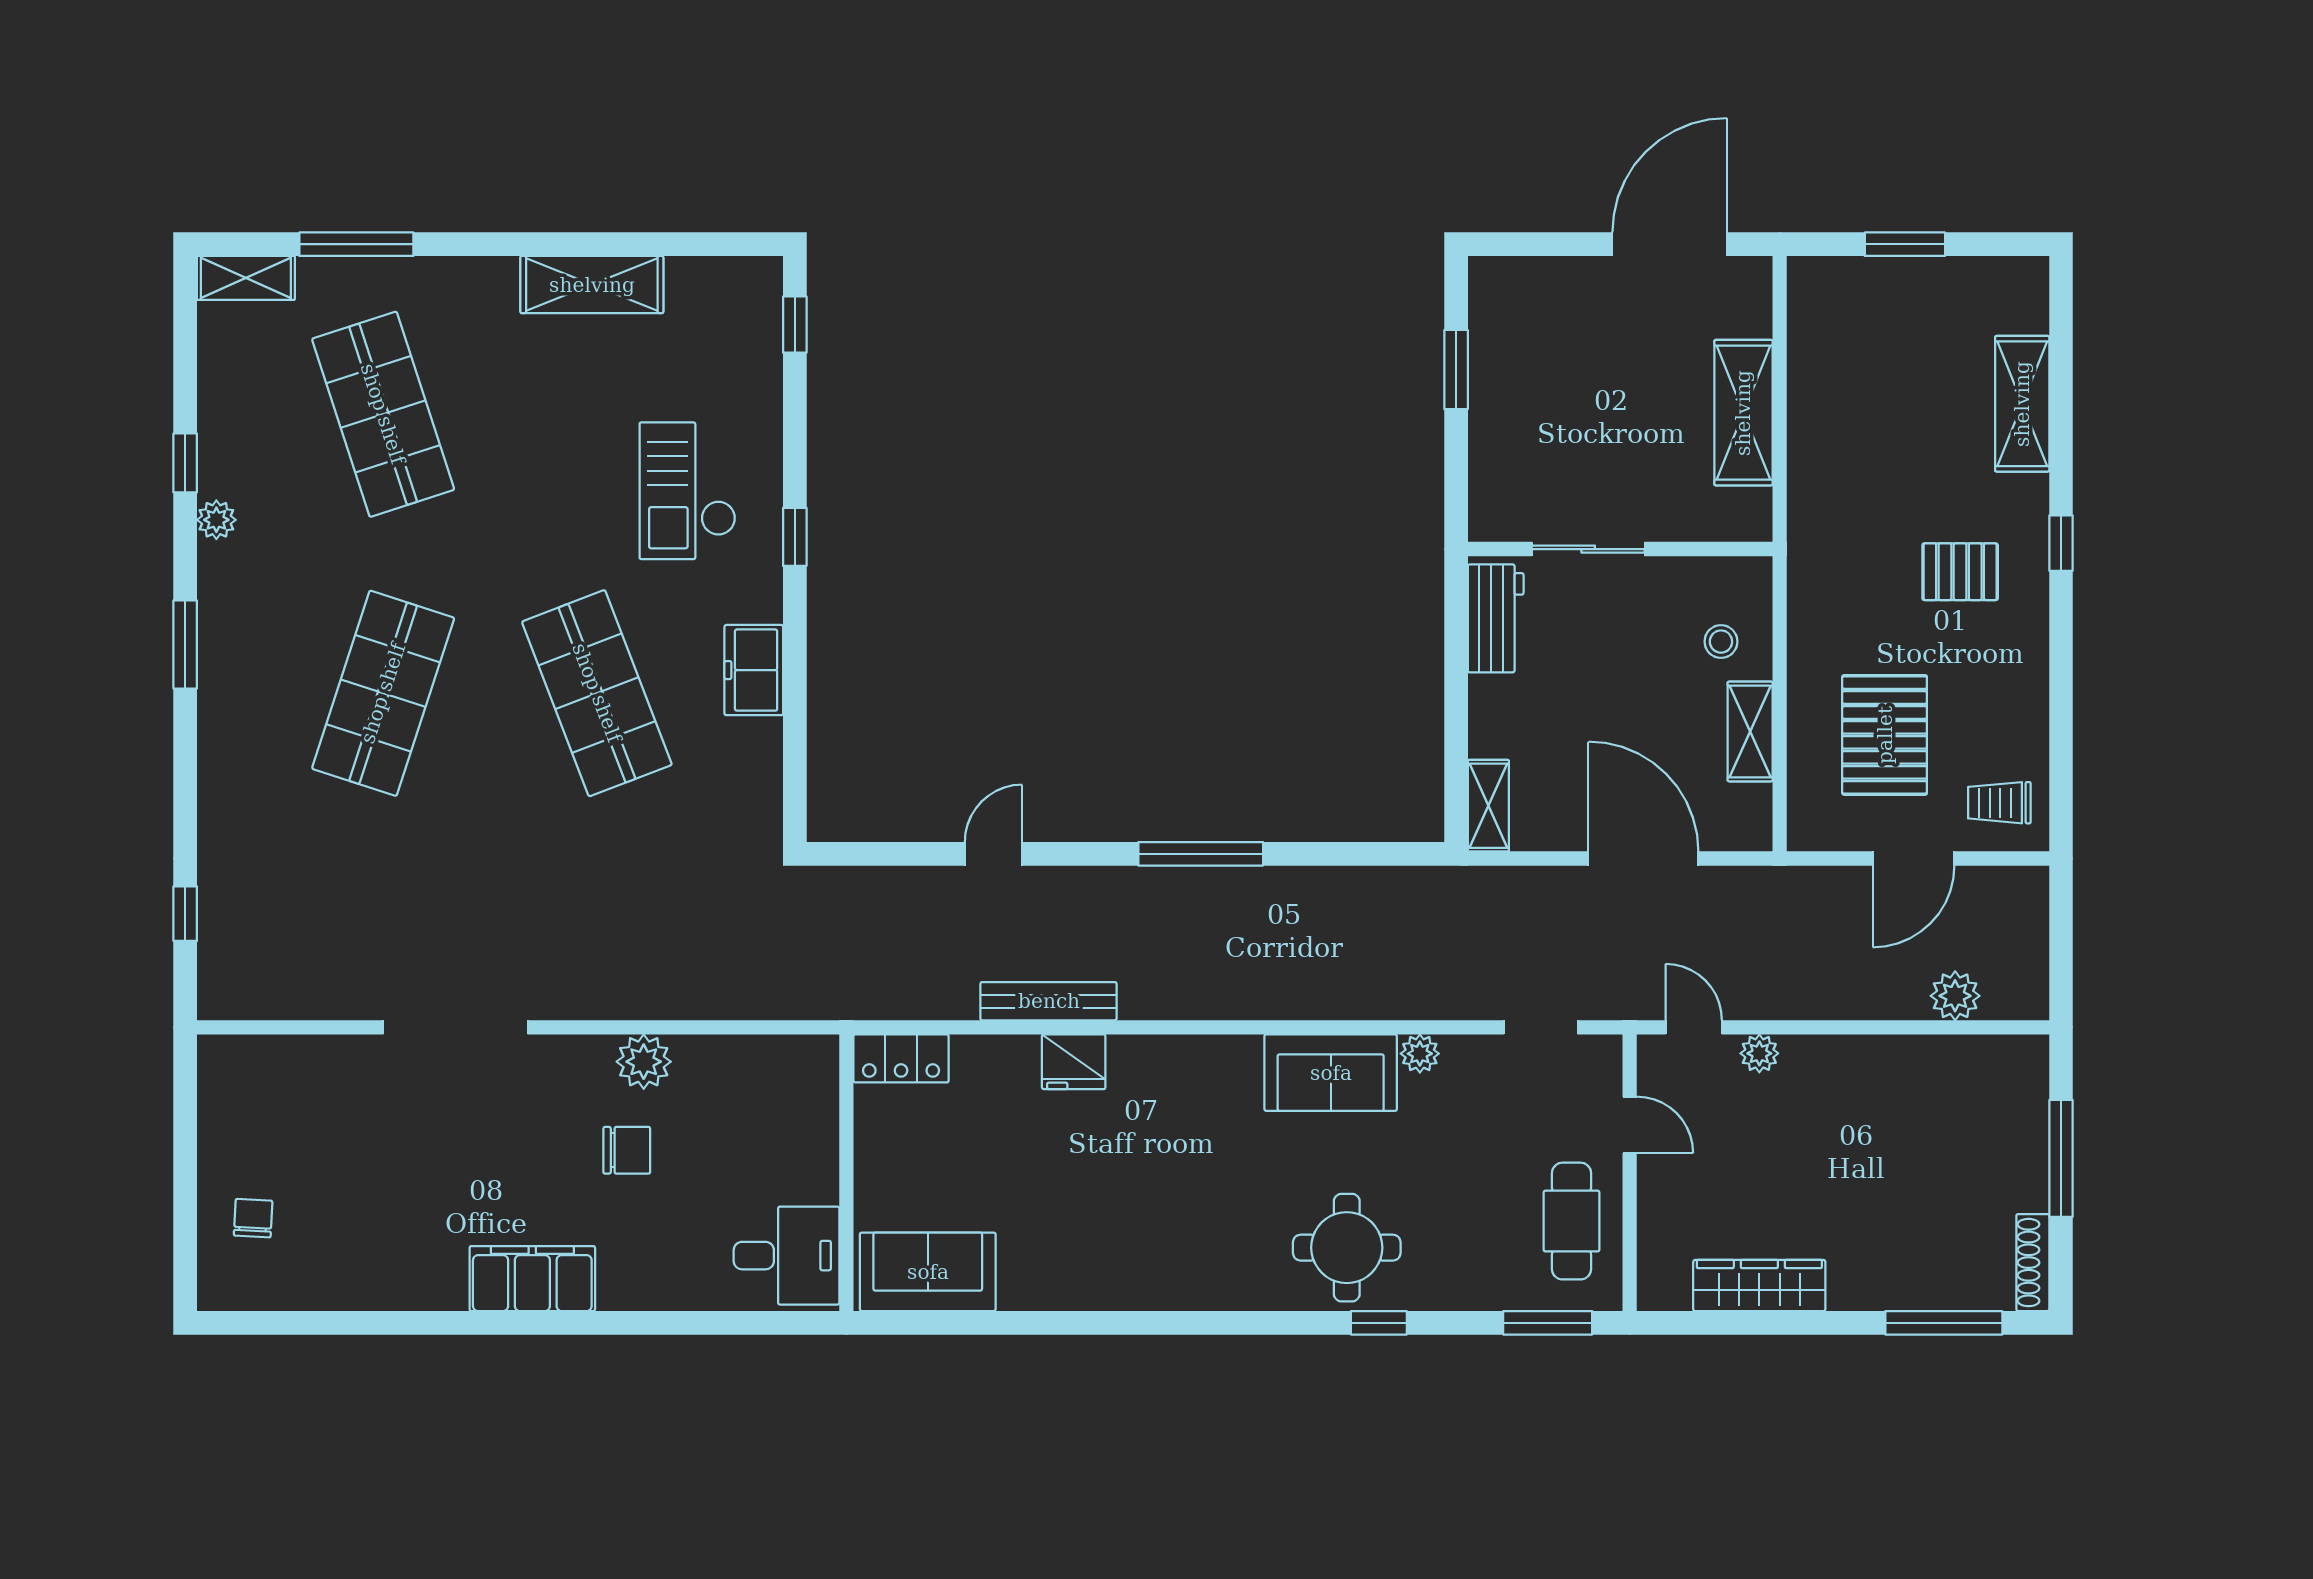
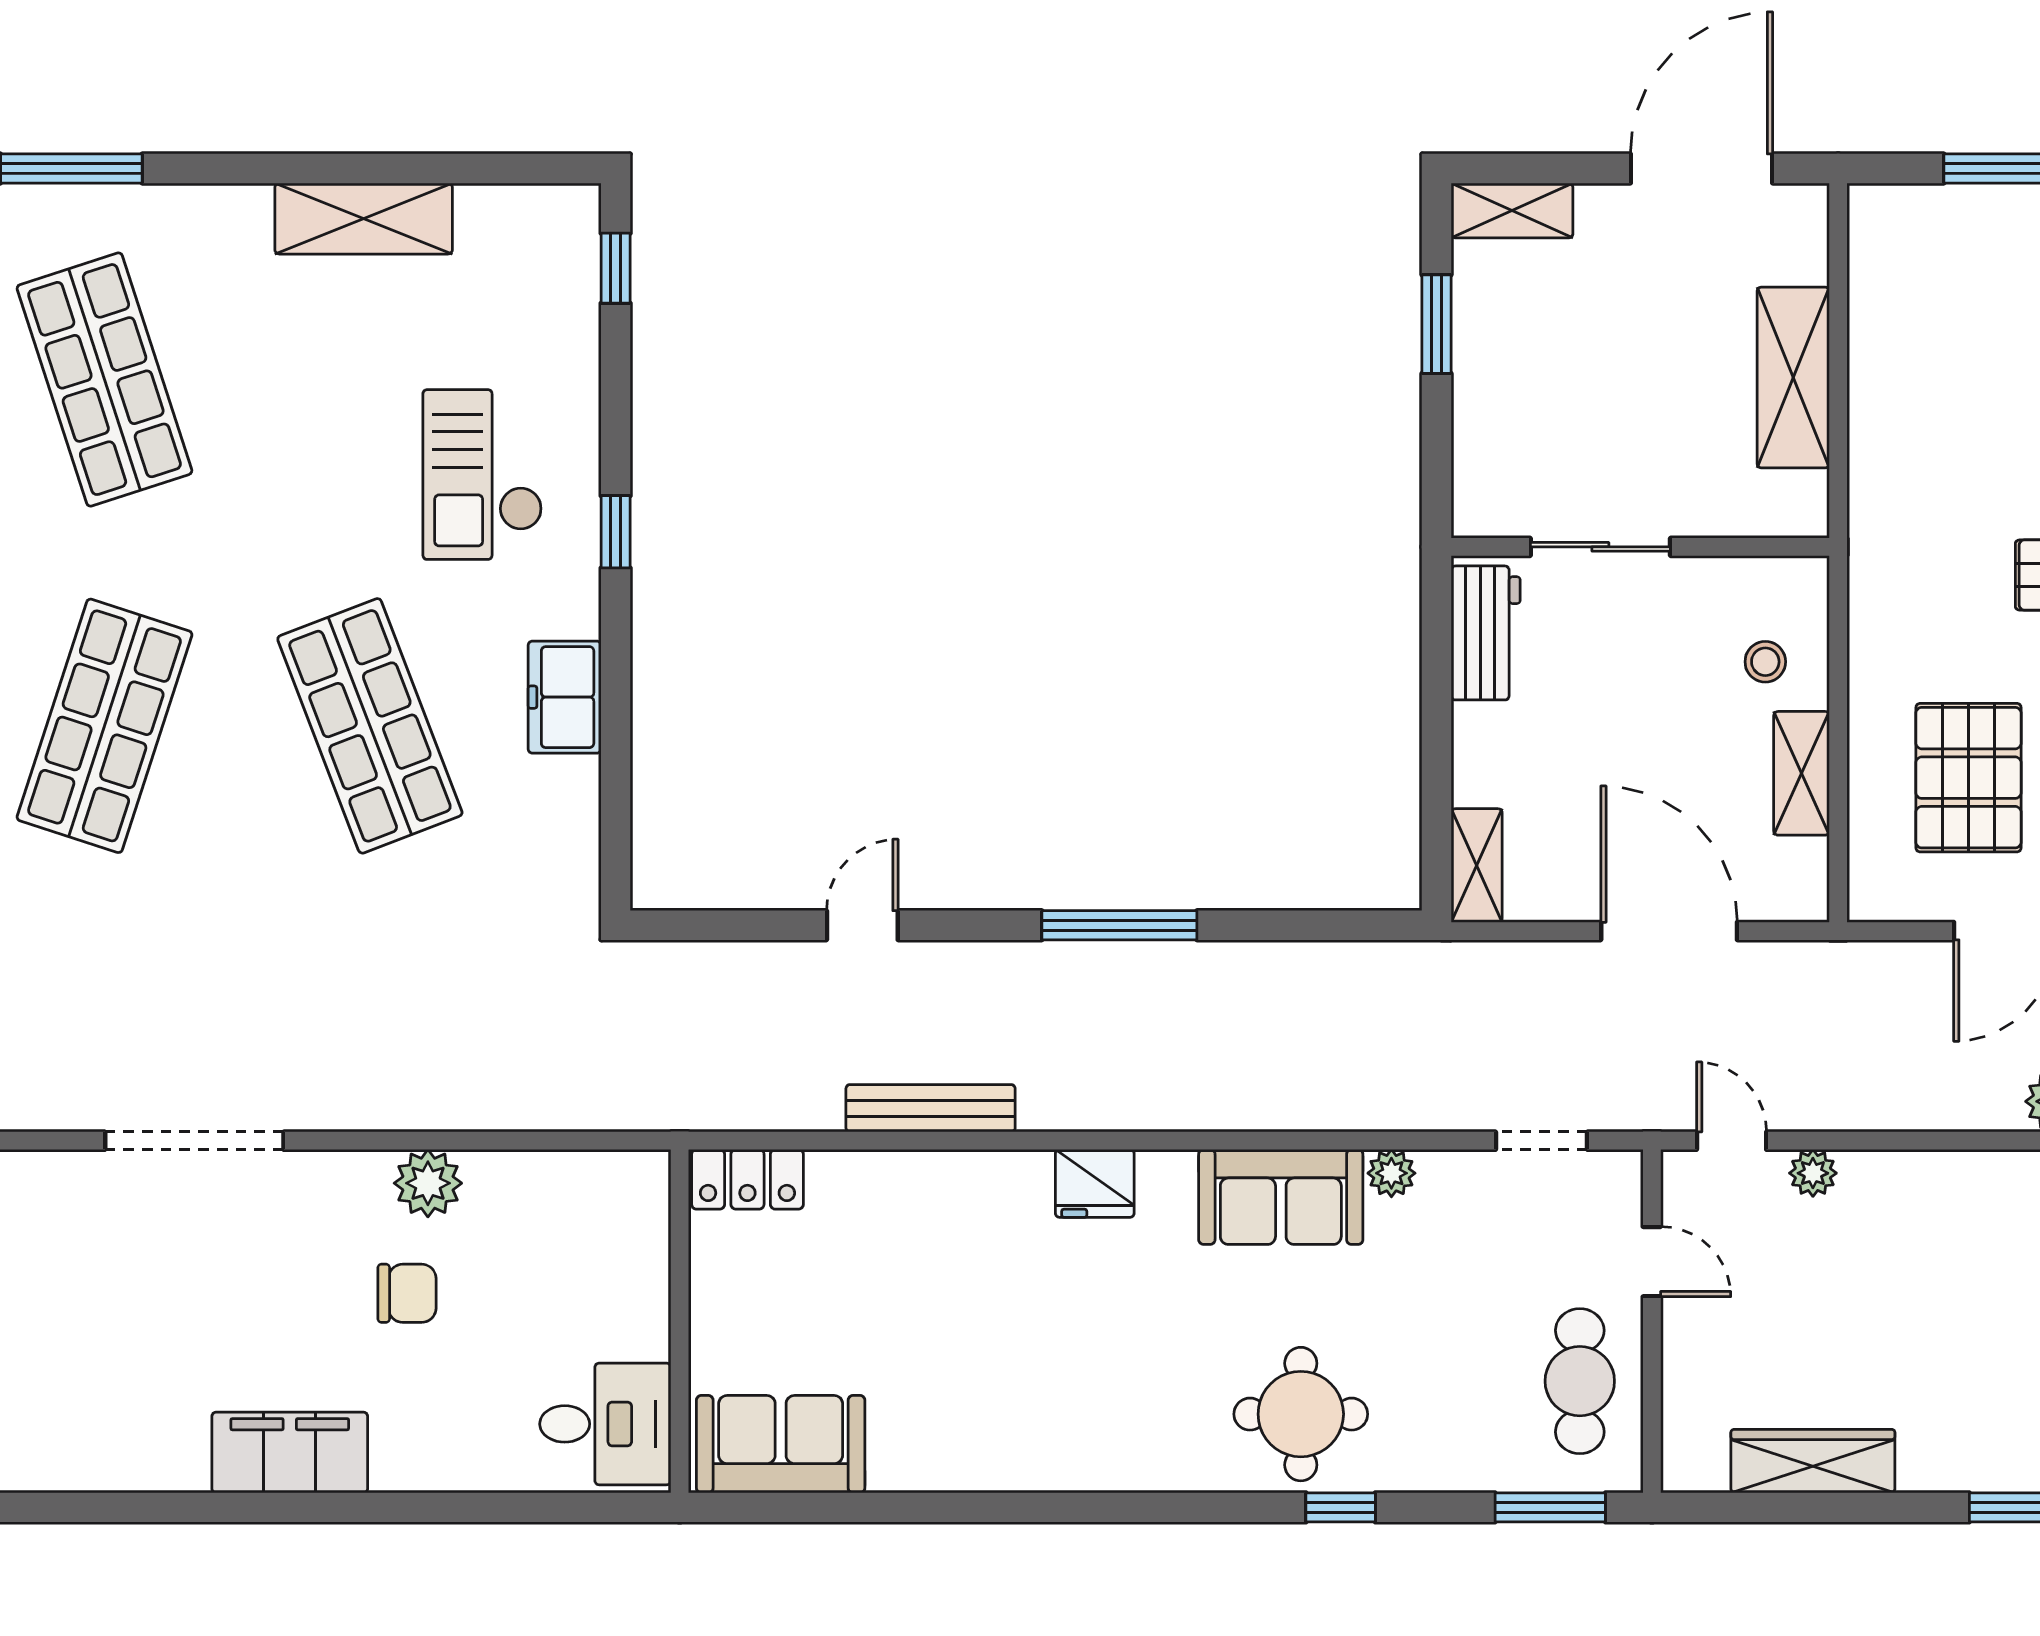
shelving: (1517, 278) -> (1512, 210), added
fridge: (1074, 1062) -> (1095, 1183), moved

